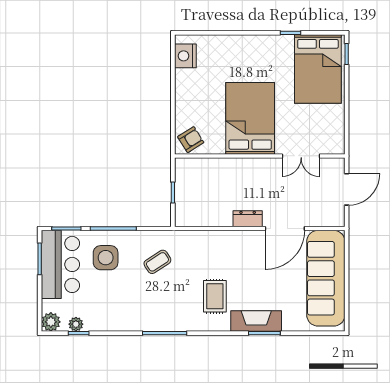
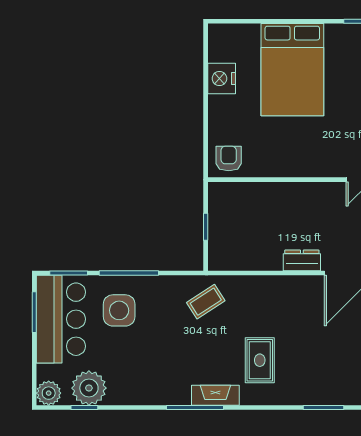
nightstand: (185, 56) -> (222, 79), moved
bed: (250, 118) -> (292, 70), moved, turned 180
armchair: (191, 140) -> (229, 159), turned -58
coffee table: (157, 262) -> (206, 302), moved
fireplace: (256, 321) -> (215, 395), moved, width x0.73, depth x0.76
plant: (76, 324) -> (89, 388), width x1.88, depth x1.88

